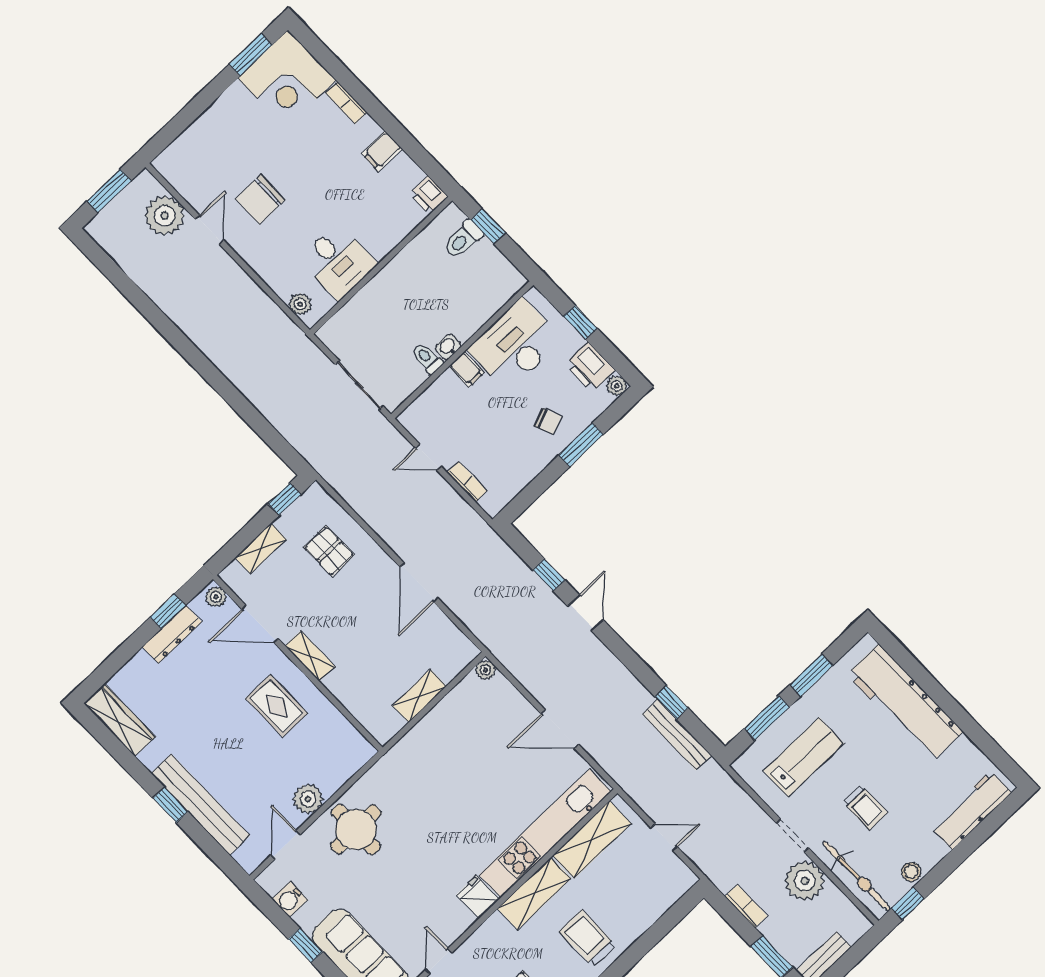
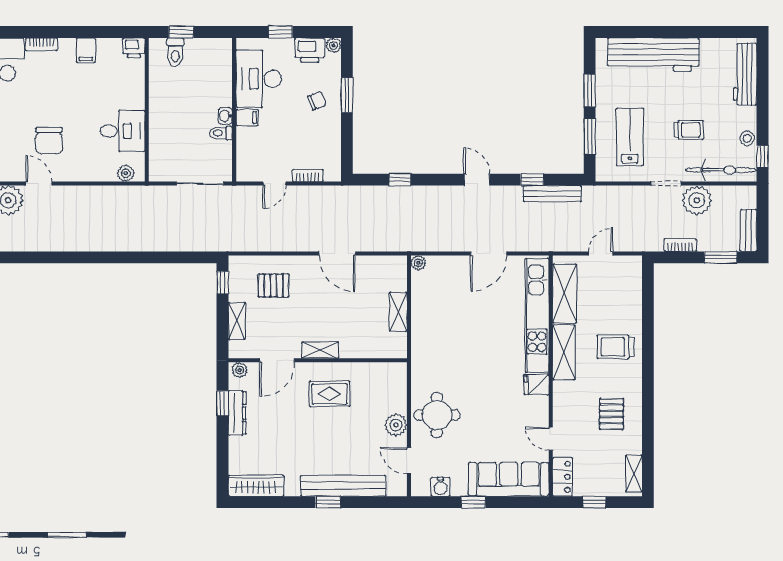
door: (585, 613) -> (477, 180), moved

